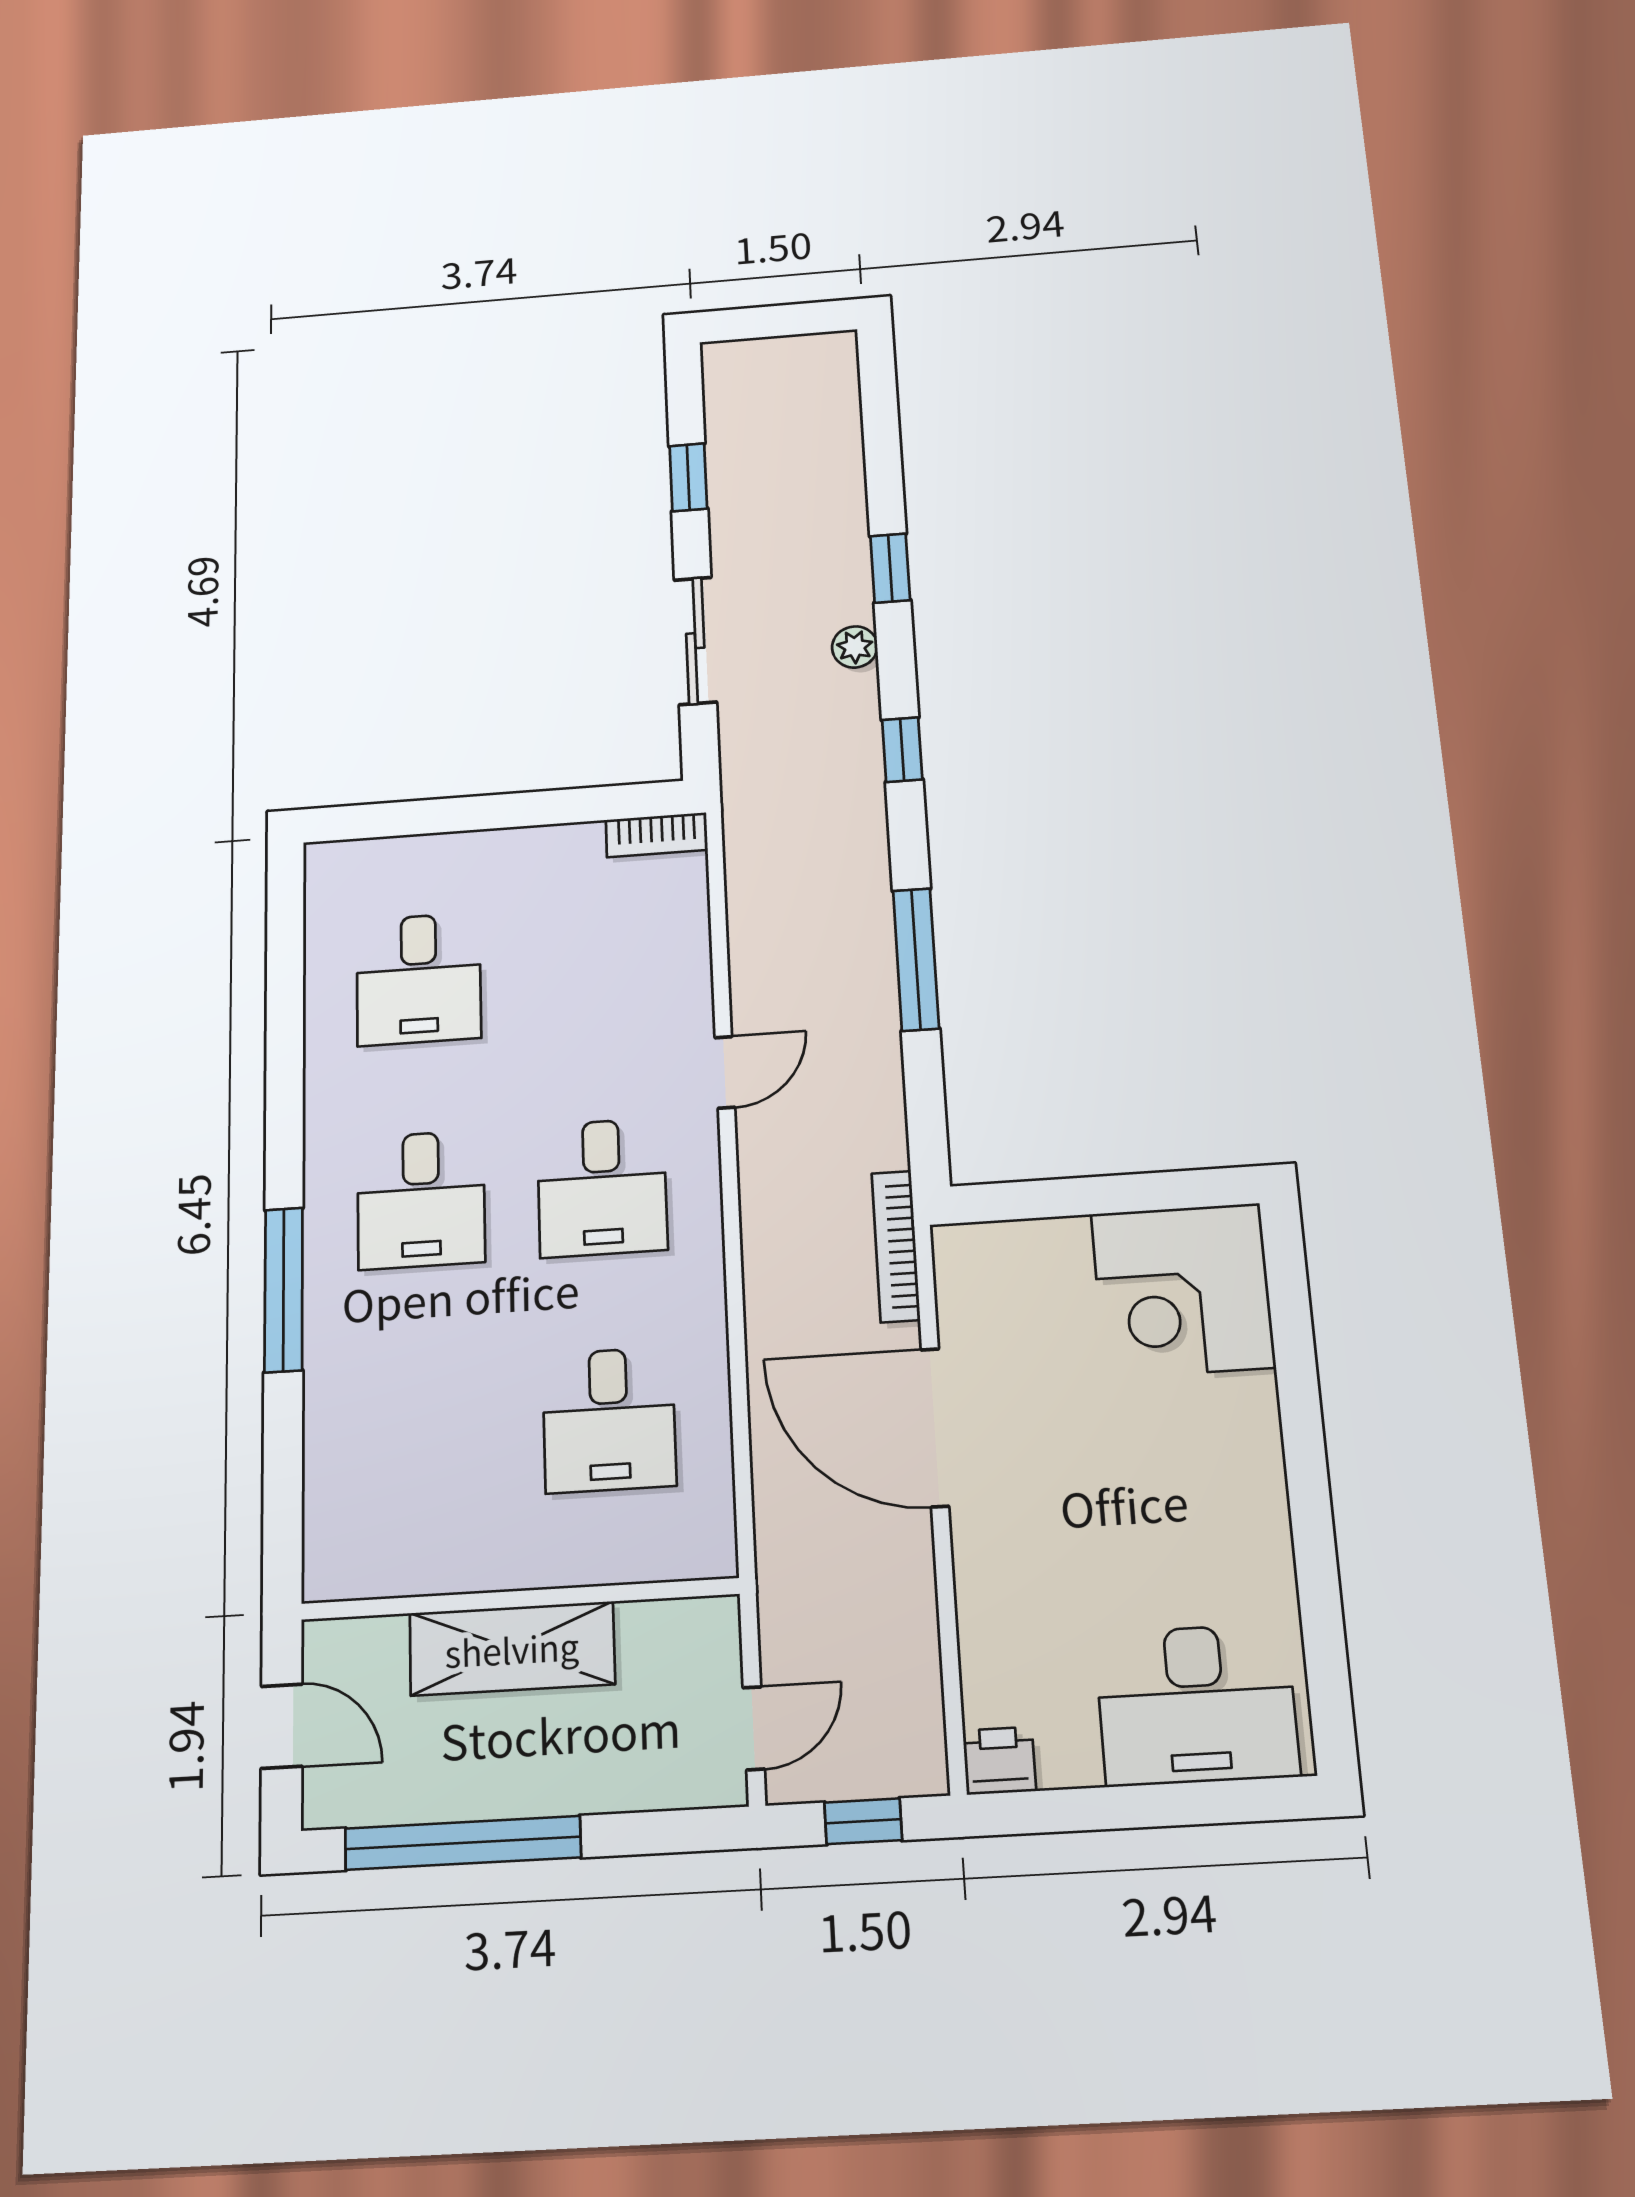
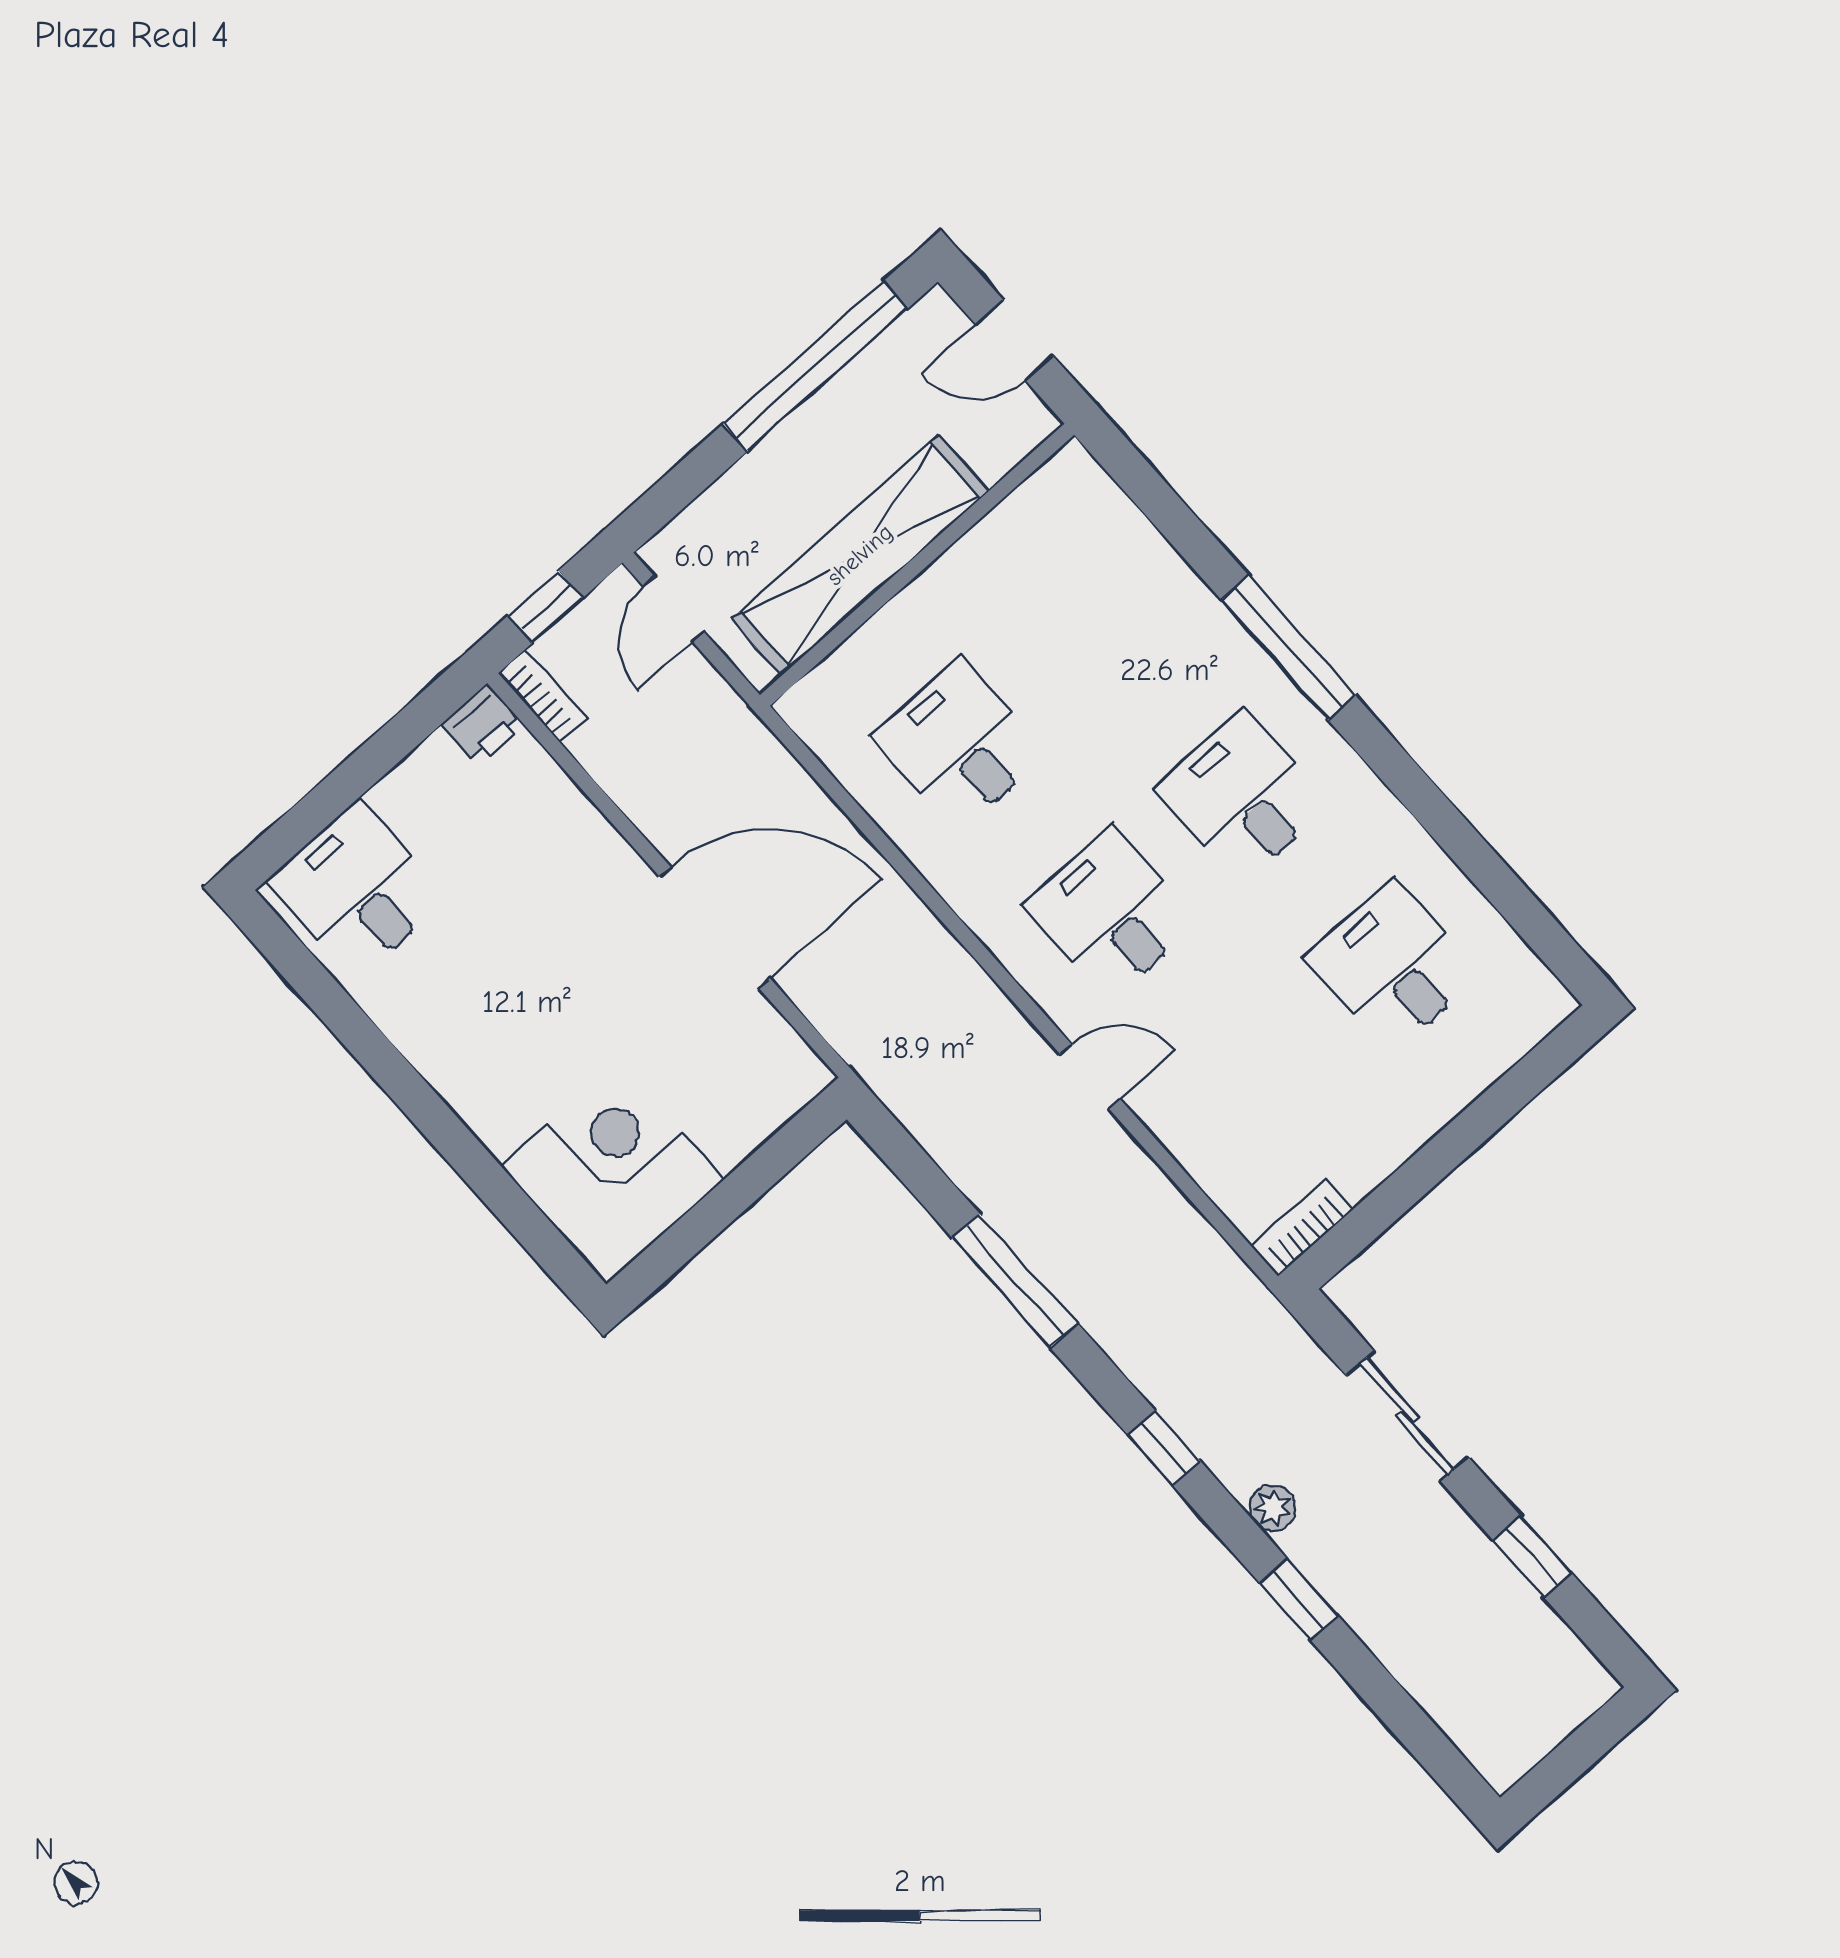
door: (725, 1072) -> (1090, 1076), swing flipped
bookcase: (896, 1246) -> (543, 696), moved, width x0.64
shelving: (512, 1649) -> (860, 555), width x1.47
desk: (1197, 1704) -> (358, 889), width x0.73

